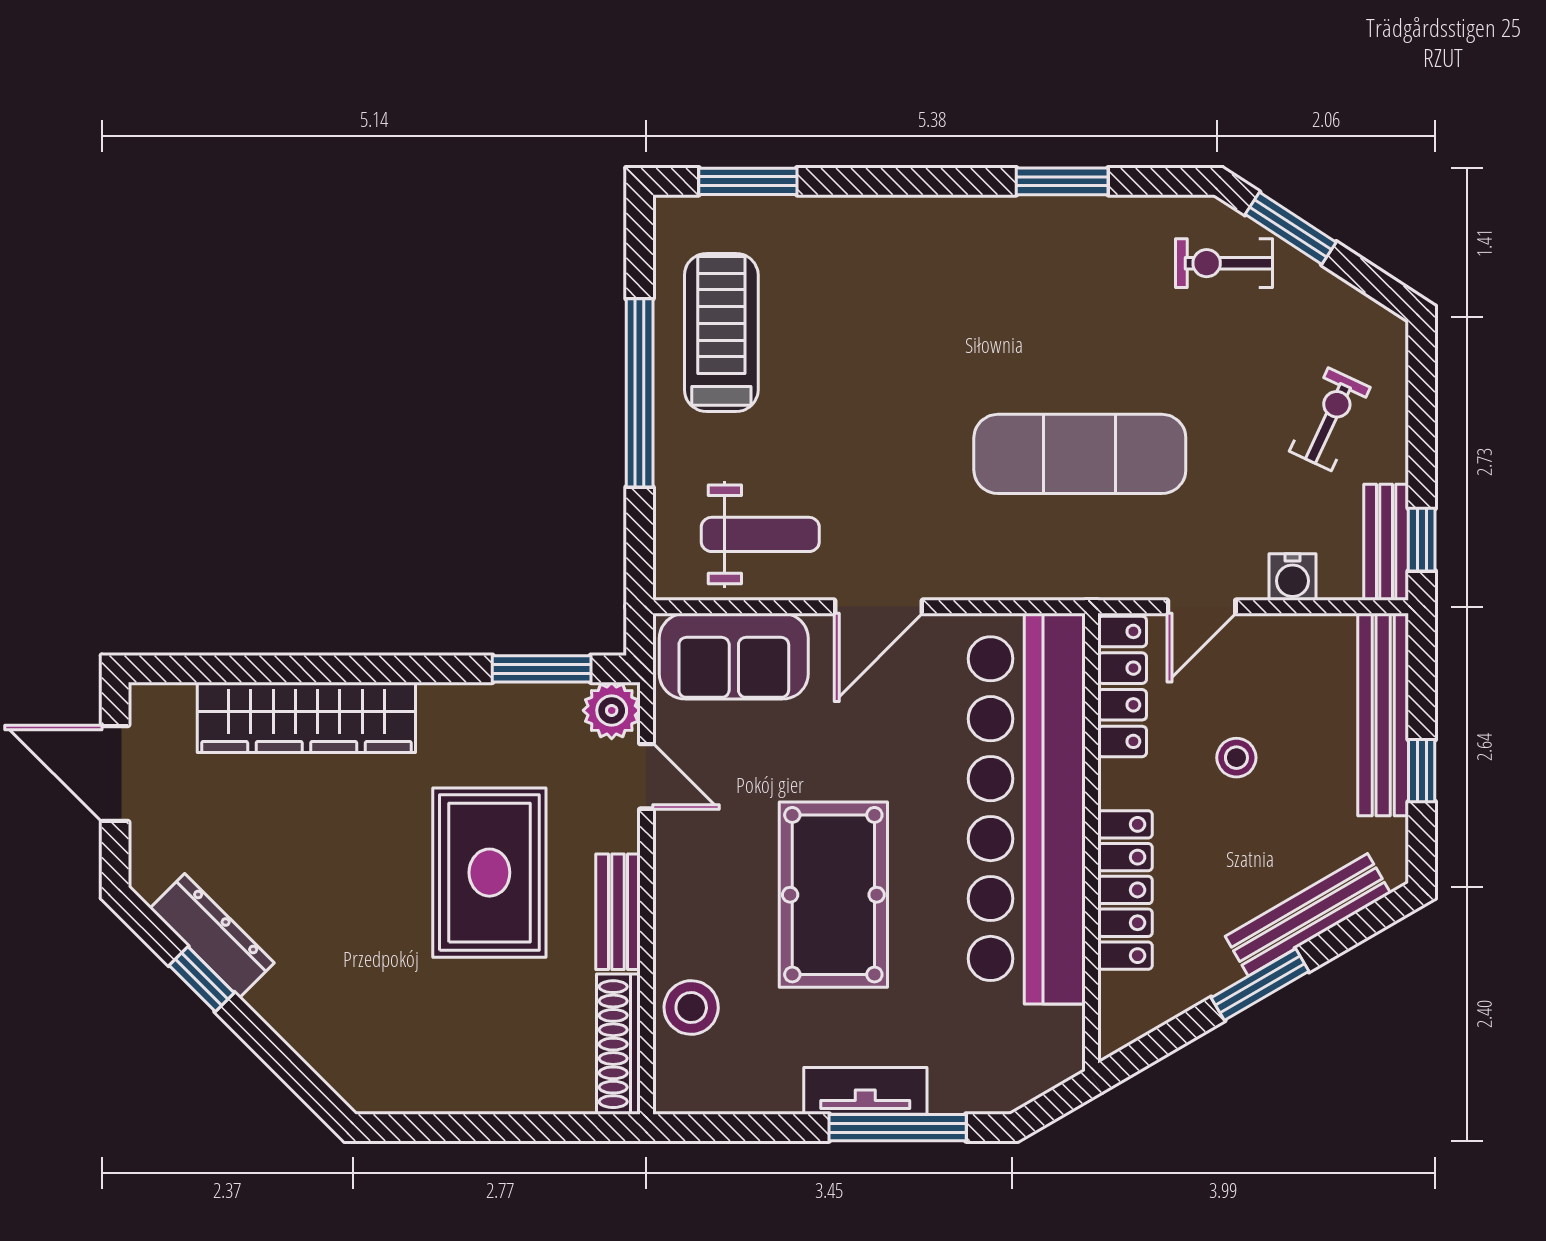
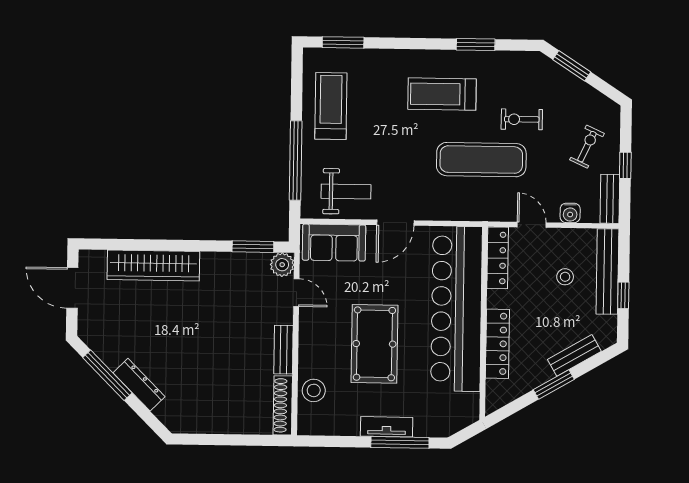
exercise bike: (1224, 263) -> (522, 119), moved
treadmill: (984, 300) -> (442, 94), added
window: (640, 393) -> (296, 160), moved
window: (1422, 540) -> (625, 165), moved
door: (1202, 607) -> (532, 225), swing flipped
stool: (1236, 758) -> (565, 277), moved
rug: (489, 873) -> (230, 332), removed
bench: (1308, 915) -> (574, 355), width x0.73
dresser: (212, 936) -> (139, 385), moved
window: (202, 979) -> (107, 375), width x2.17

